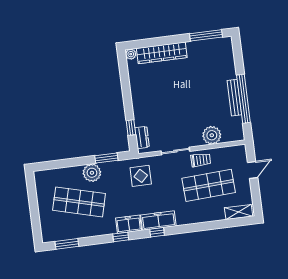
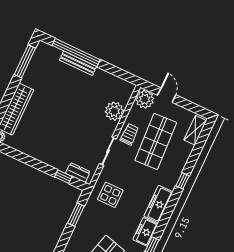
bench: (234, 98) -> (78, 63), moved
window: (243, 99) -> (76, 52), moved
plant: (92, 173) -> (145, 99), moved
window: (157, 232) -> (182, 181), moved

